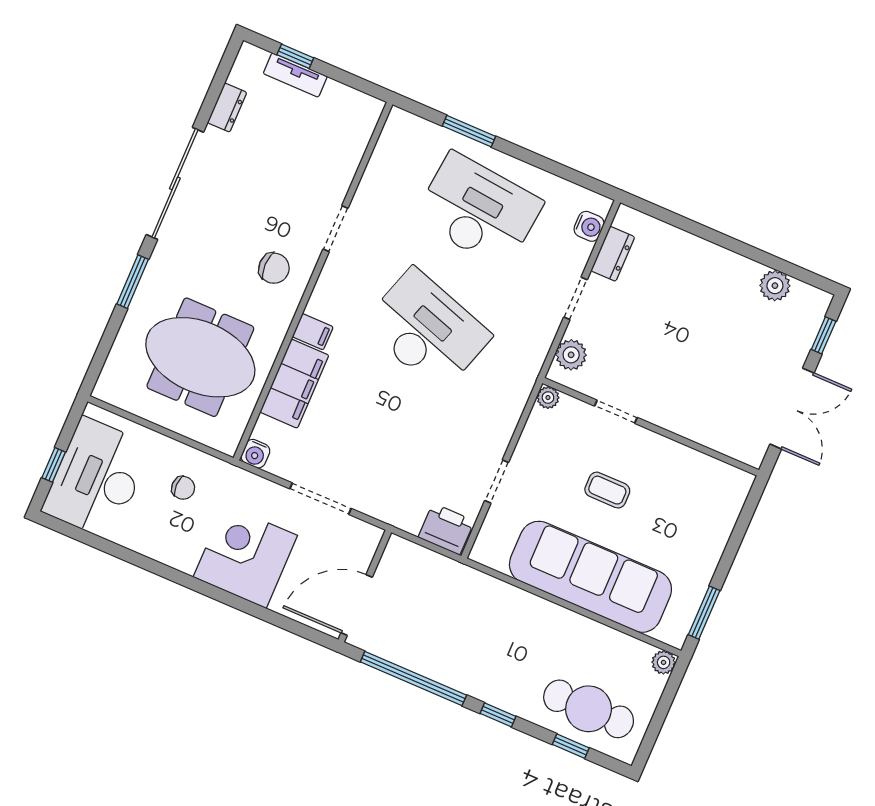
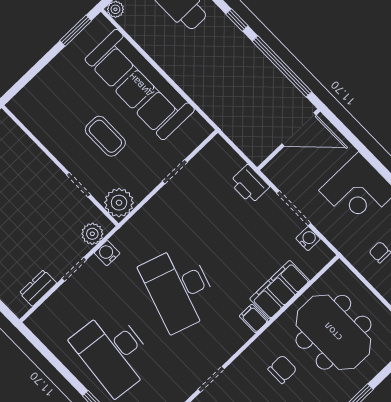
water cooler: (589, 226) -> (107, 253), moved
chair: (274, 268) -> (282, 369), moved, turned 90
plant: (548, 398) -> (119, 203), width x1.87, depth x1.87
water cooler: (255, 454) -> (308, 239), moved
coffee table: (607, 490) -> (105, 136), width x1.36, depth x1.30
printer: (446, 529) -> (249, 184), moved

